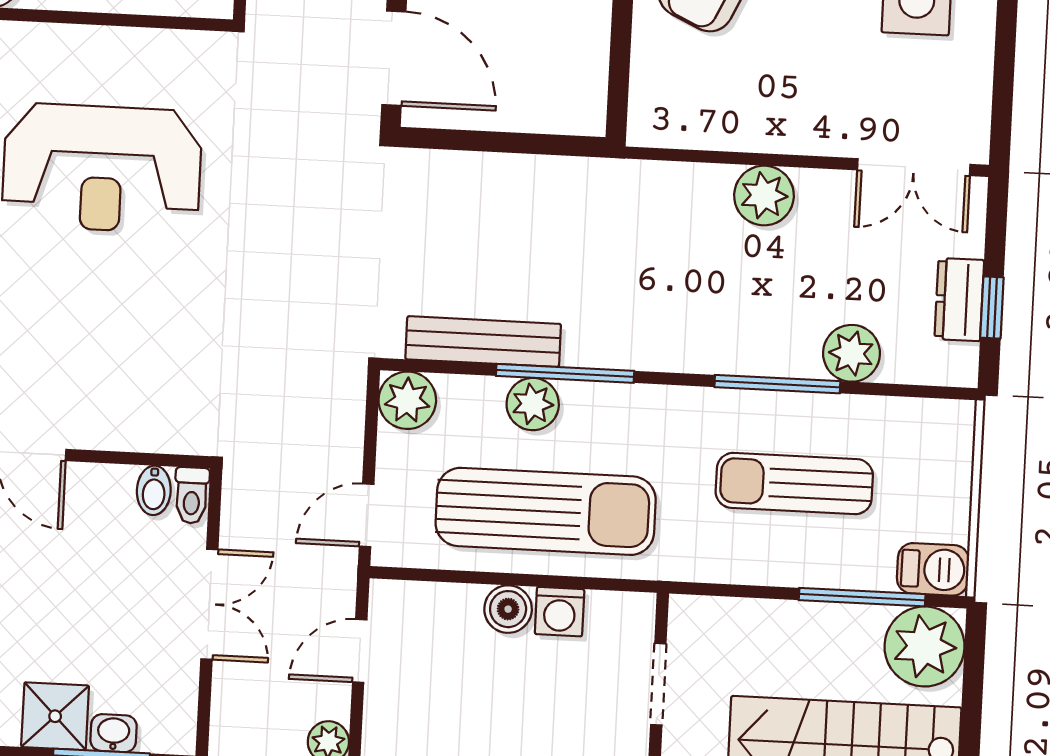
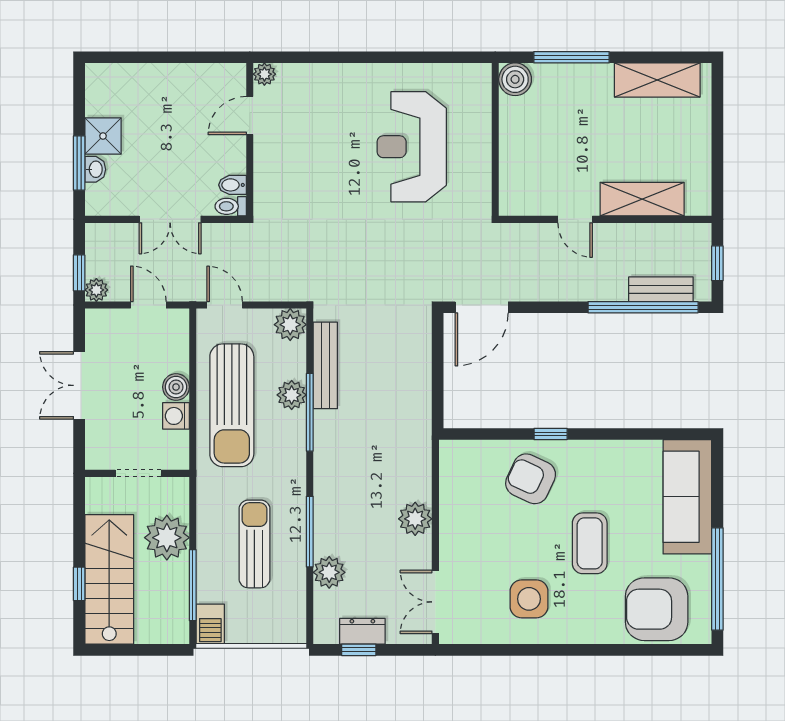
plant: (925, 646) -> (167, 538), moved

